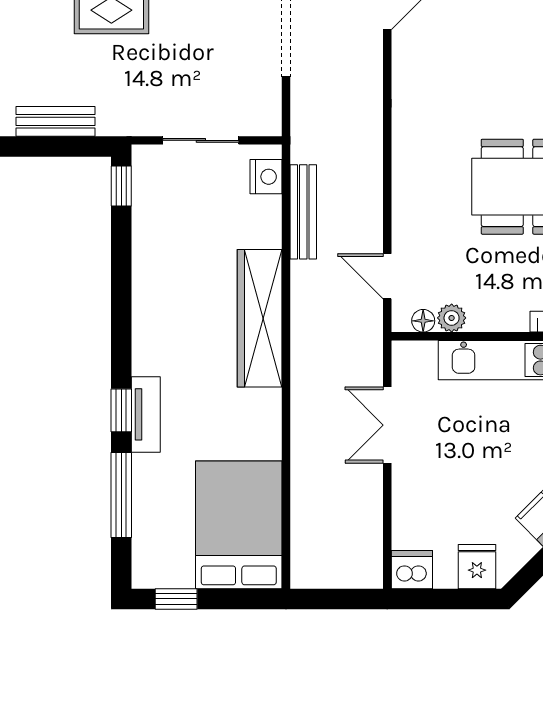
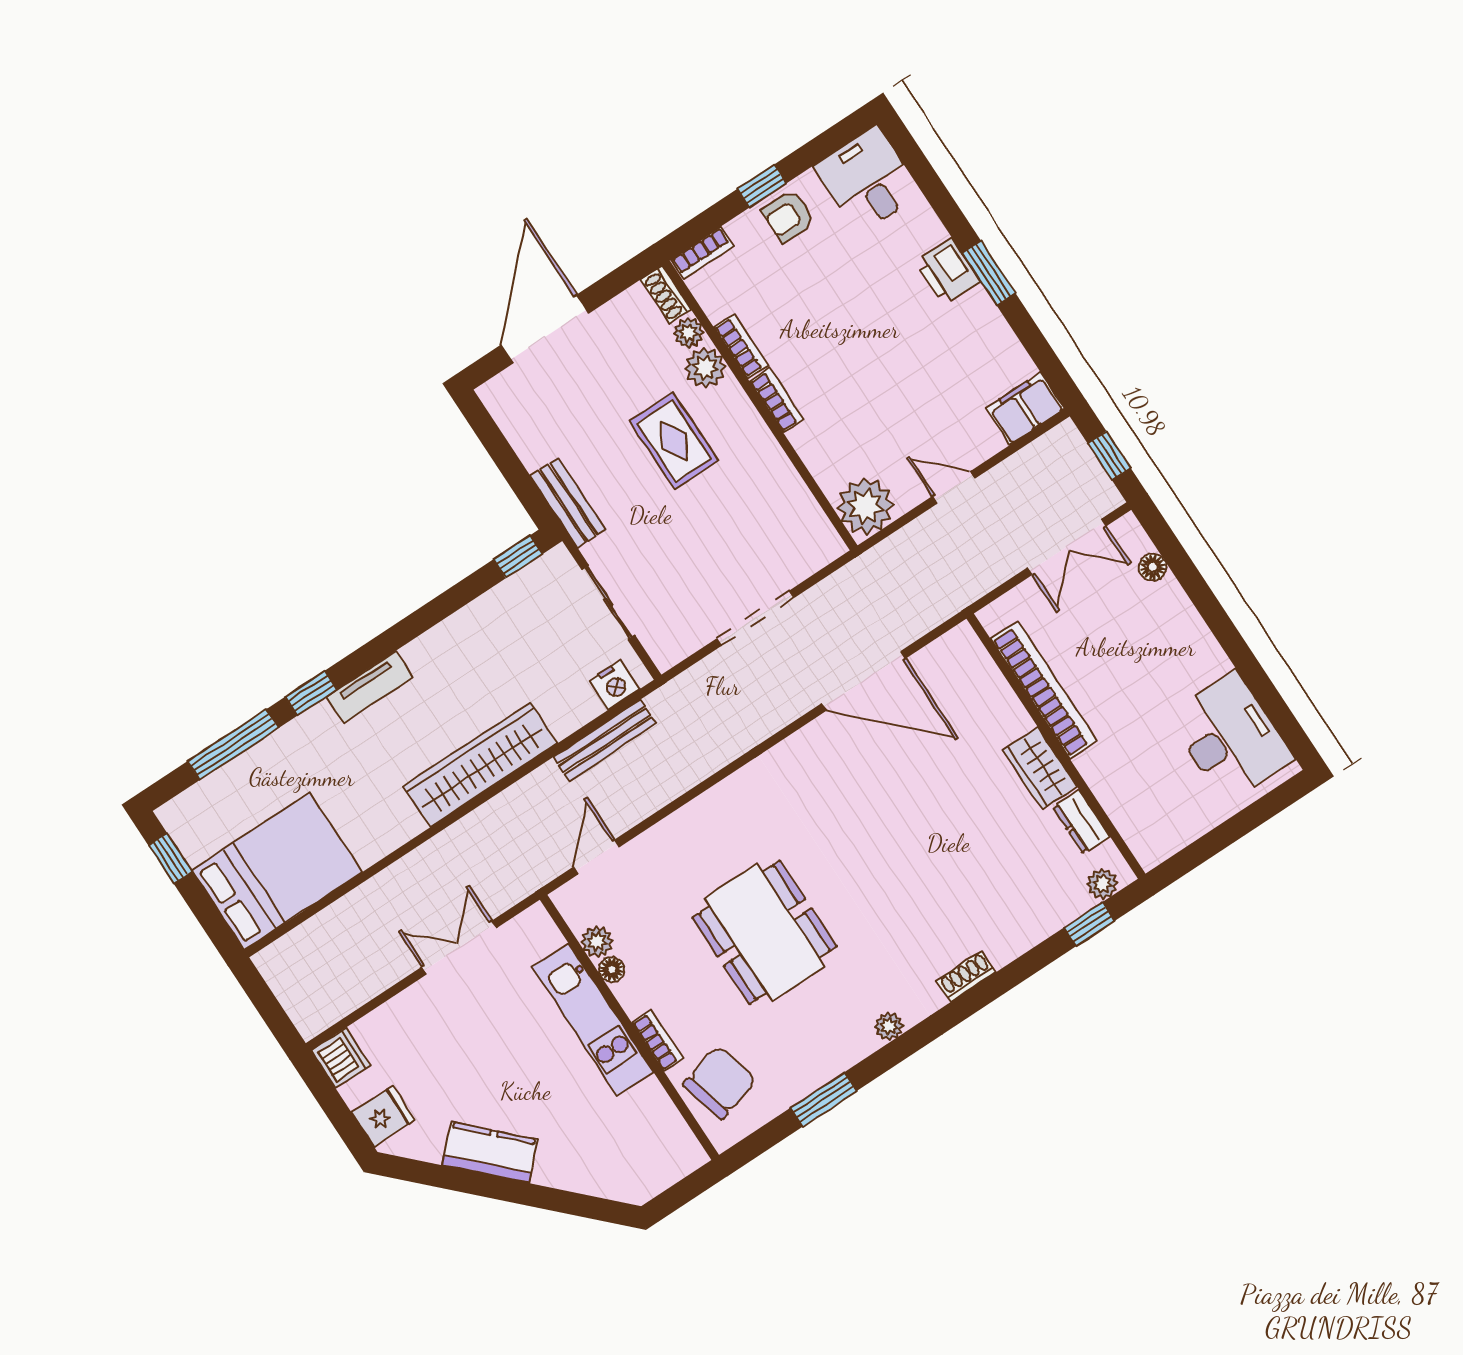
bench: (56, 121) -> (568, 503), moved
floor lamp: (423, 321) -> (612, 969), moved
tv unit: (146, 414) -> (370, 687), moved

